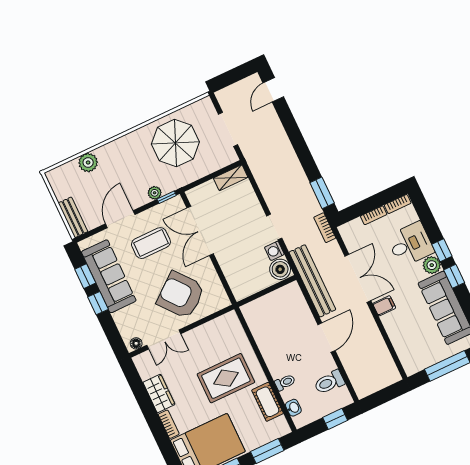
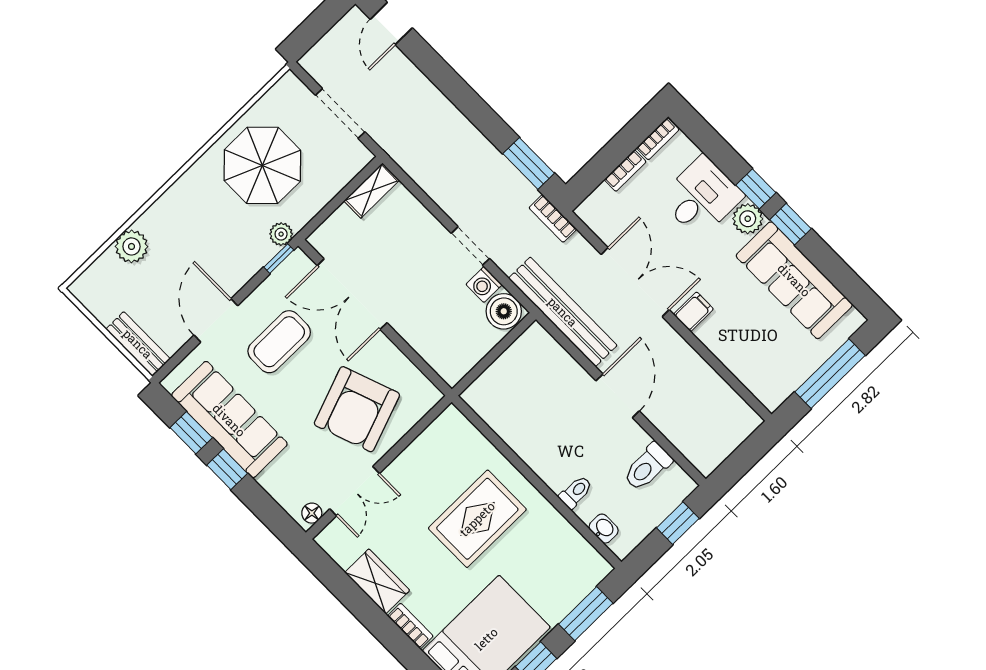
plant: (155, 193) -> (281, 234), moved
armchair: (181, 295) -> (357, 409), turned -71
cot: (268, 402) -> (558, 534), removed

